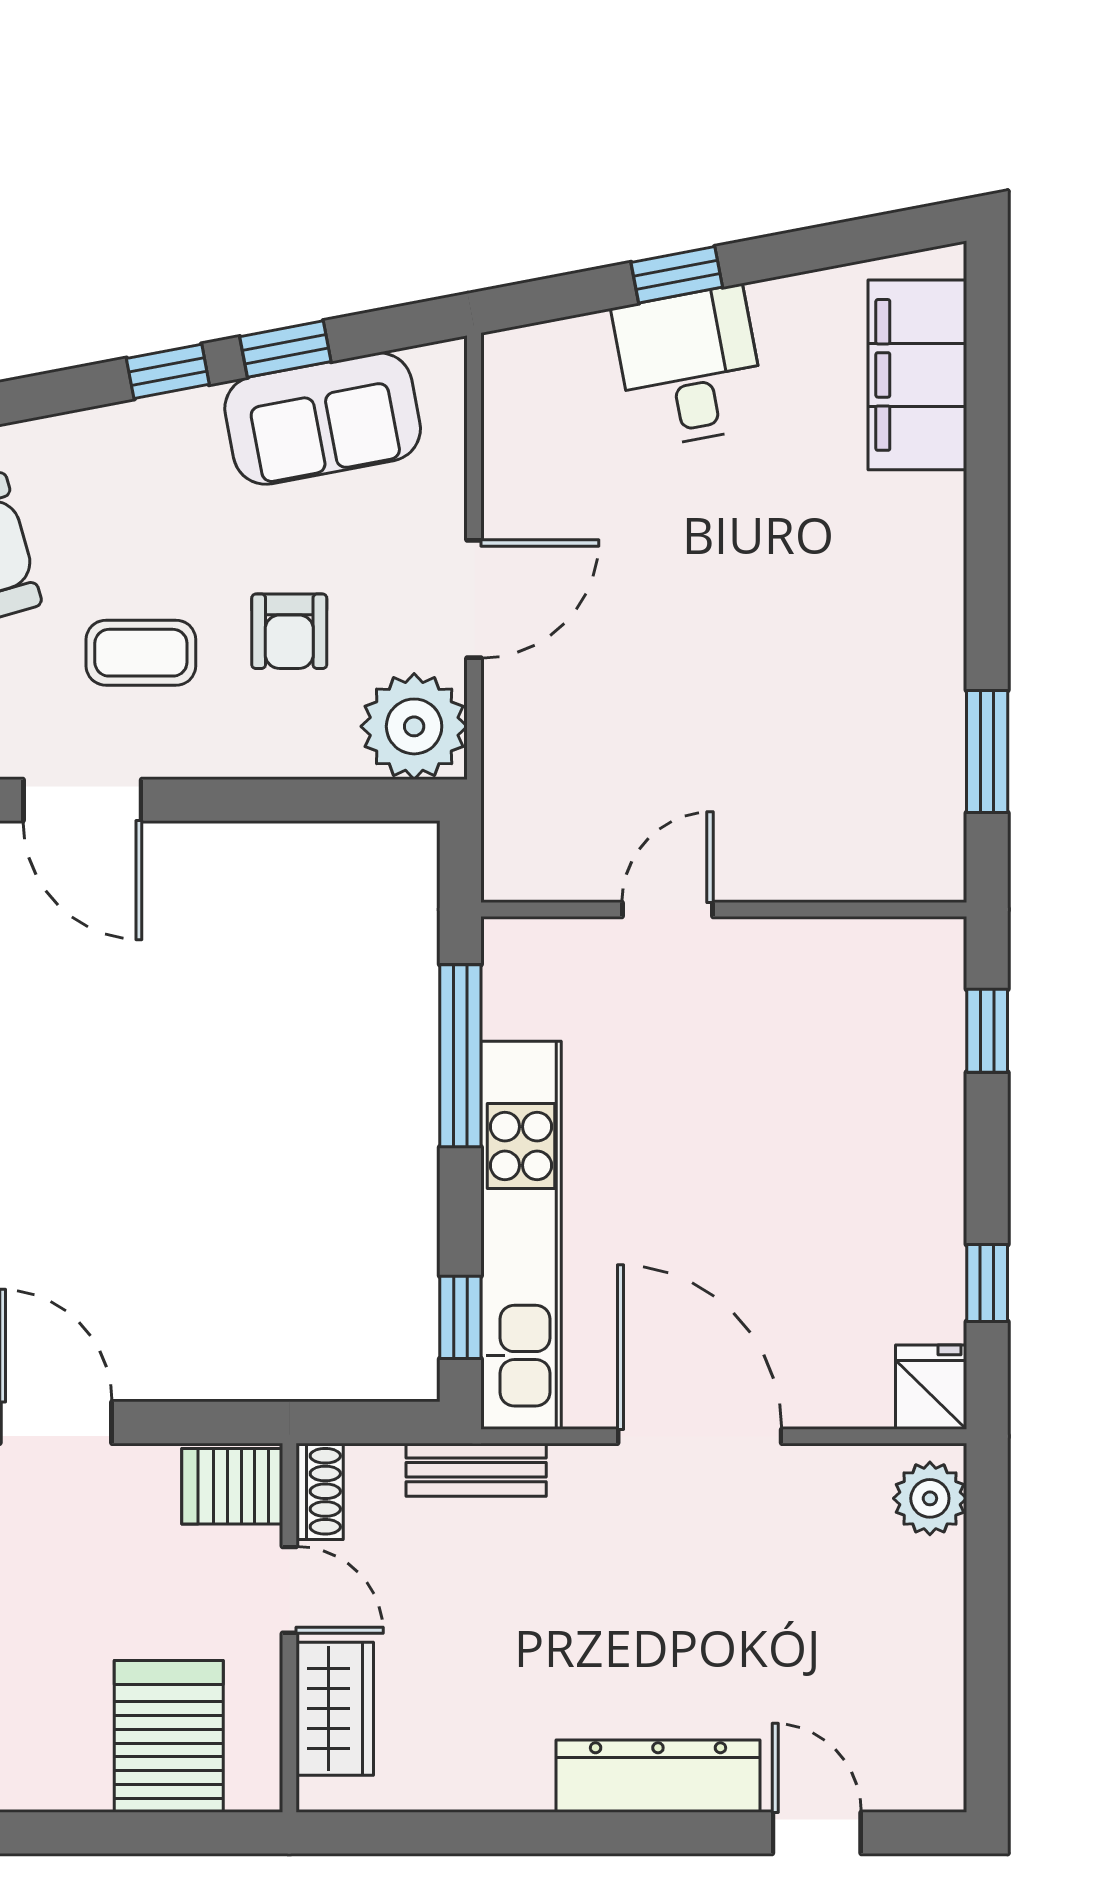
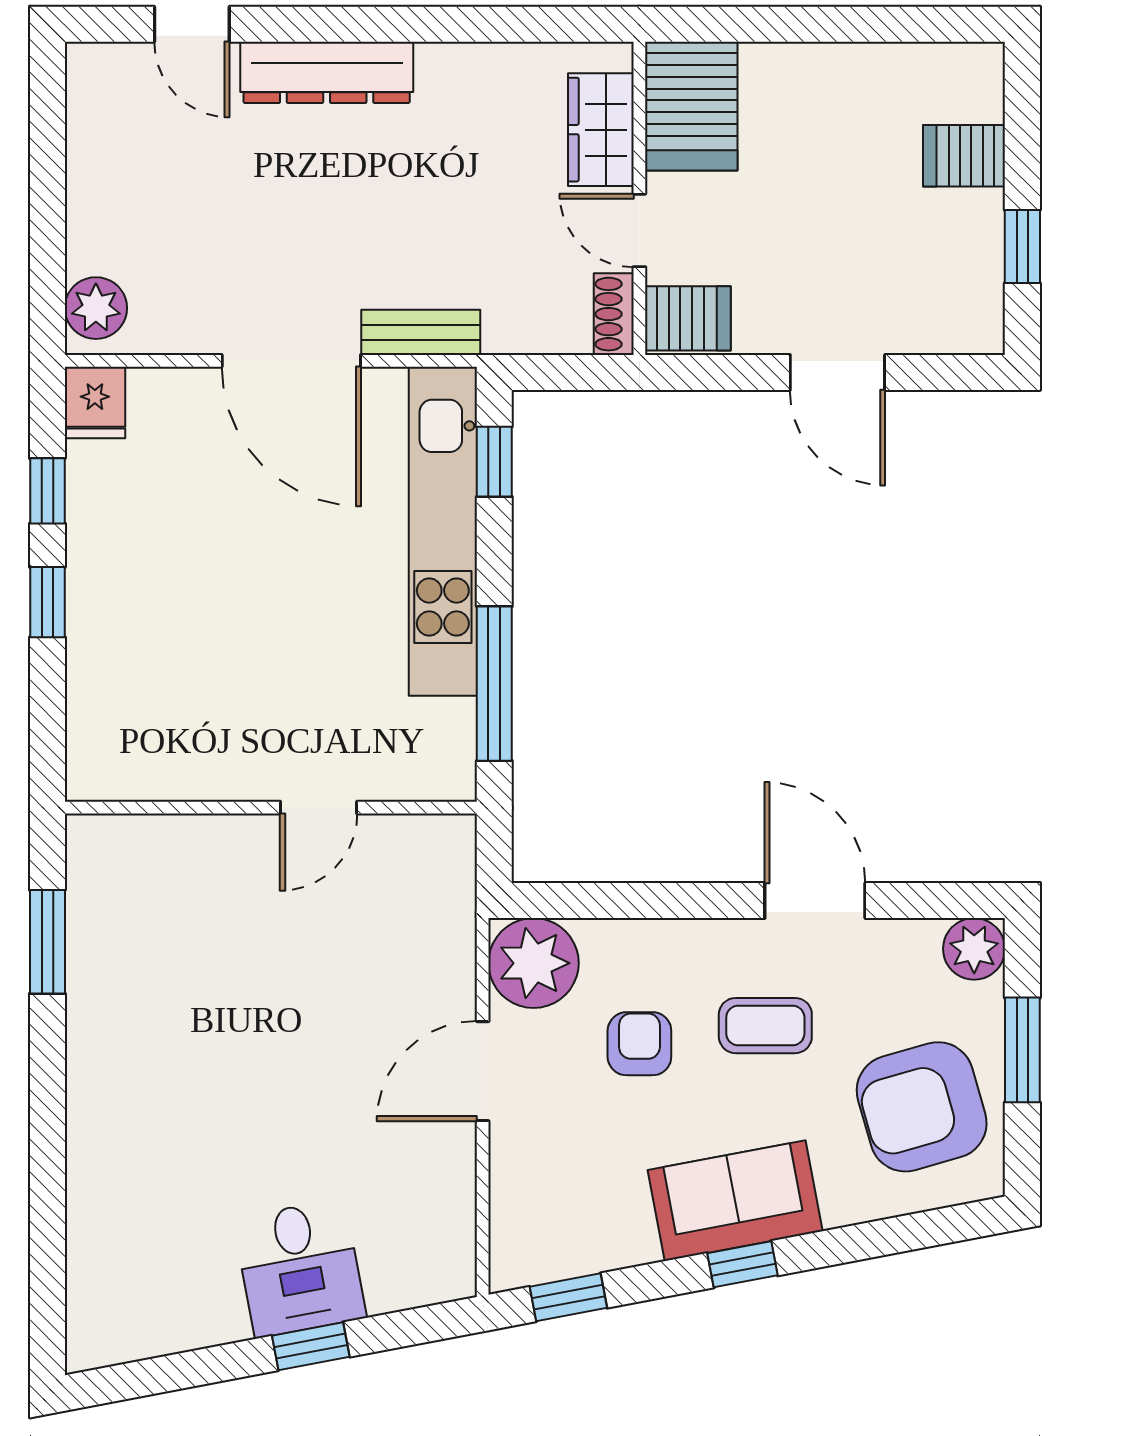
window: (285, 349) -> (568, 1297), moved
filing cabinet: (917, 375) -> (107, 1261), removed
sofa: (323, 419) -> (735, 1201), moved
window: (987, 1031) -> (47, 602), moved
bench: (476, 1470) -> (421, 332), moved
server rack: (169, 1736) -> (691, 106), moved

